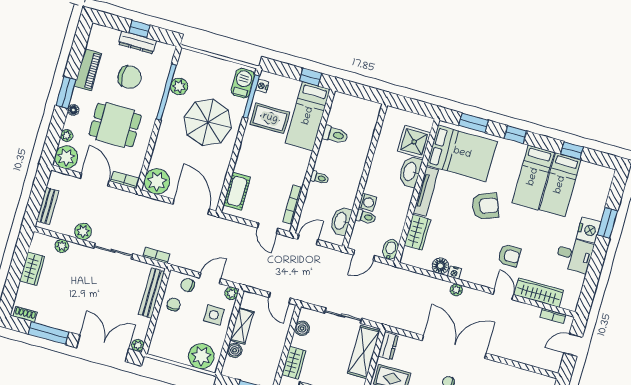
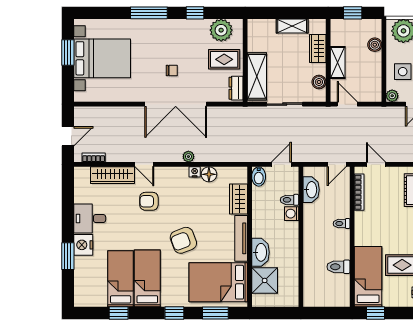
shelving: (242, 326) -> (338, 63), moved

